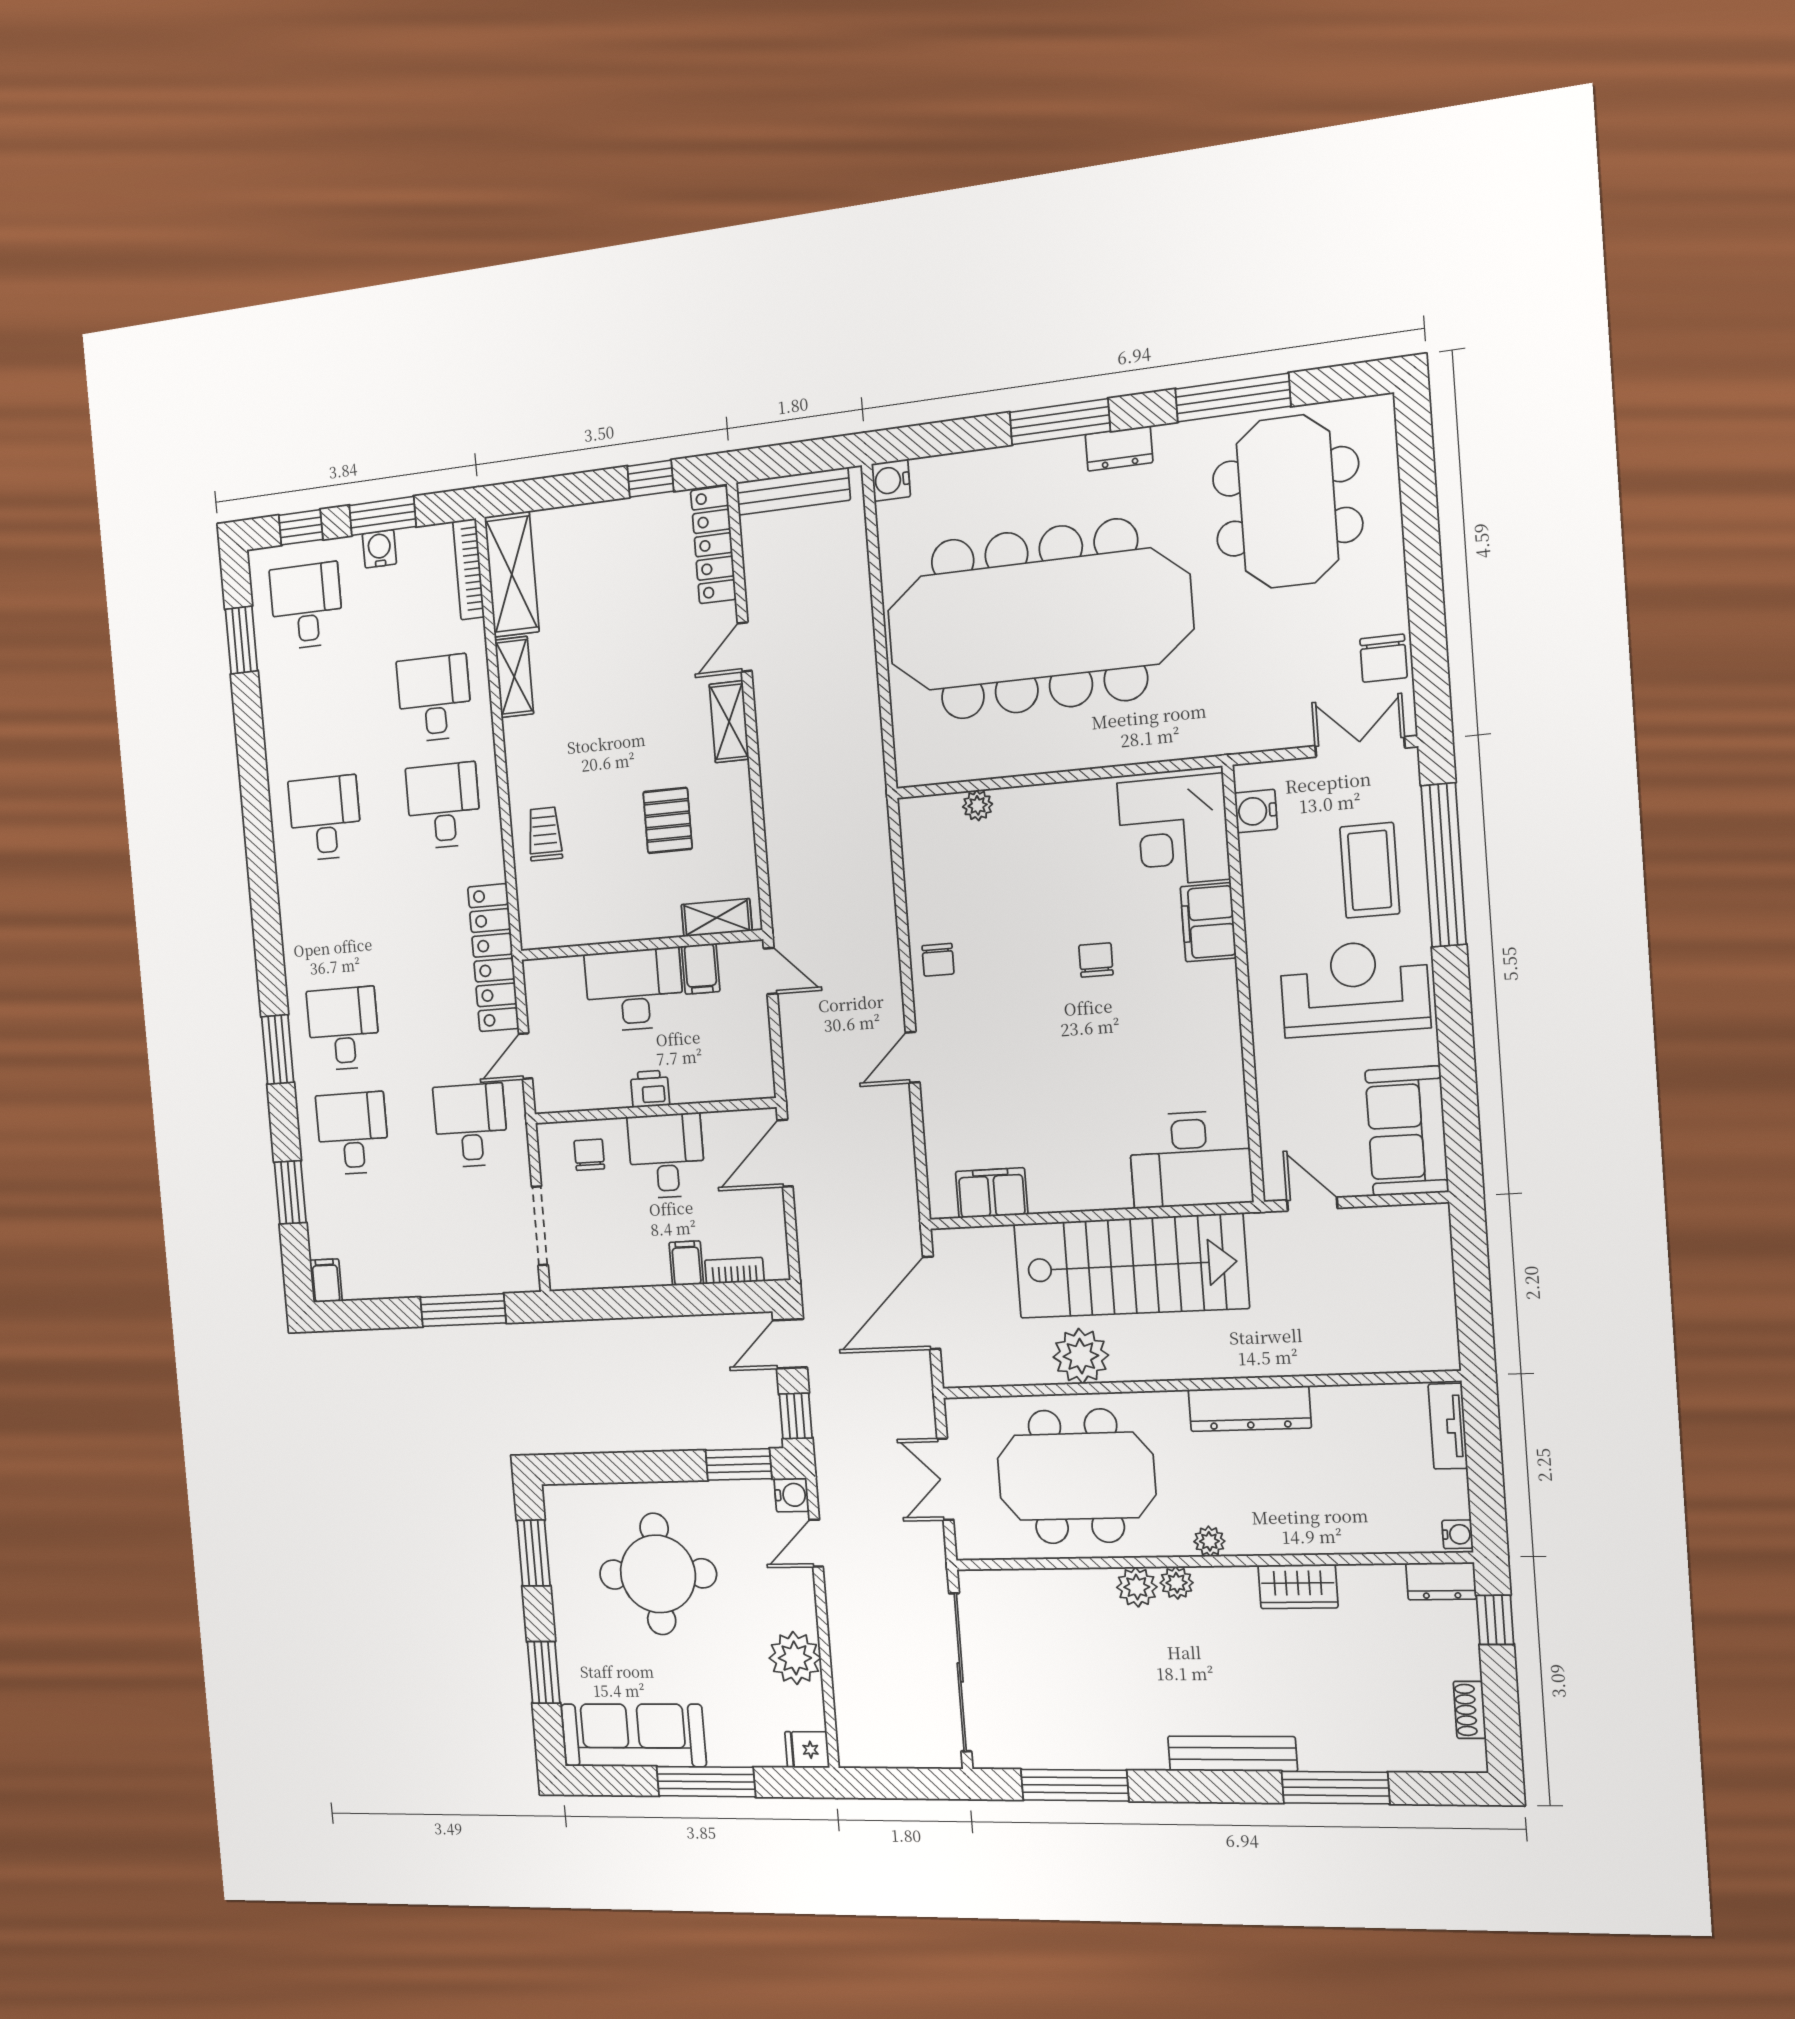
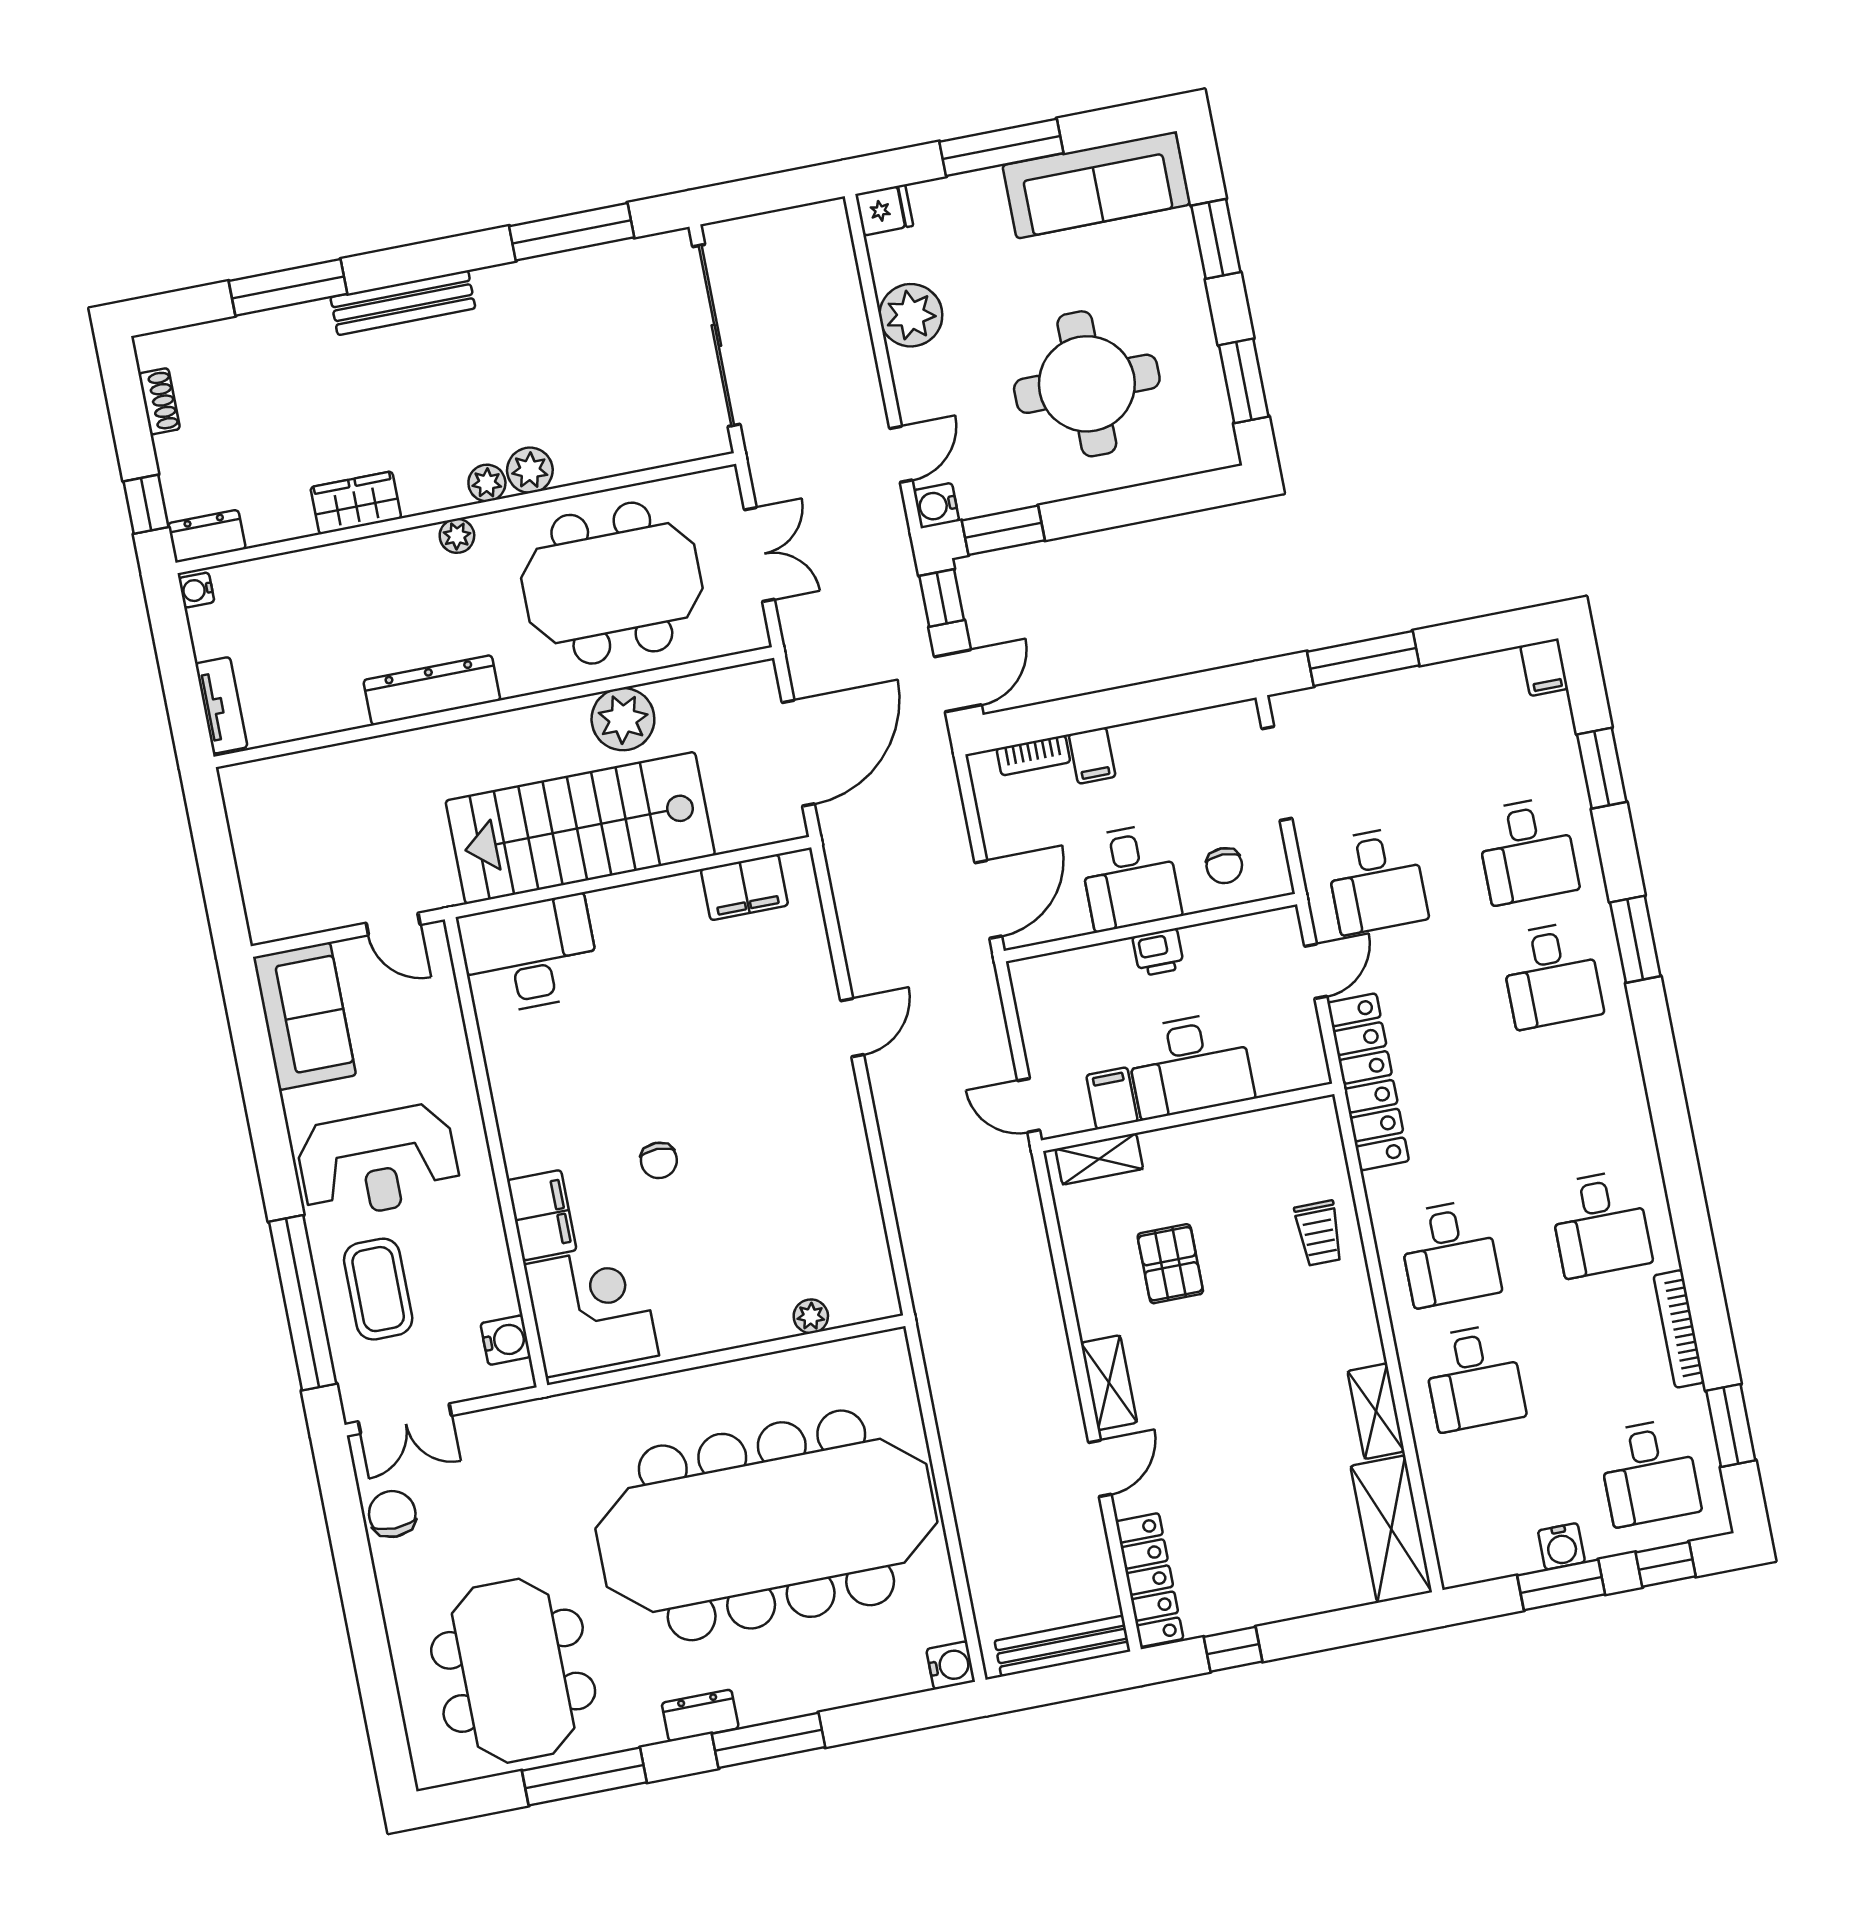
bookcase: (469, 569) -> (1679, 1329), moved, turned 180
chair: (938, 960) -> (836, 1140), removed

